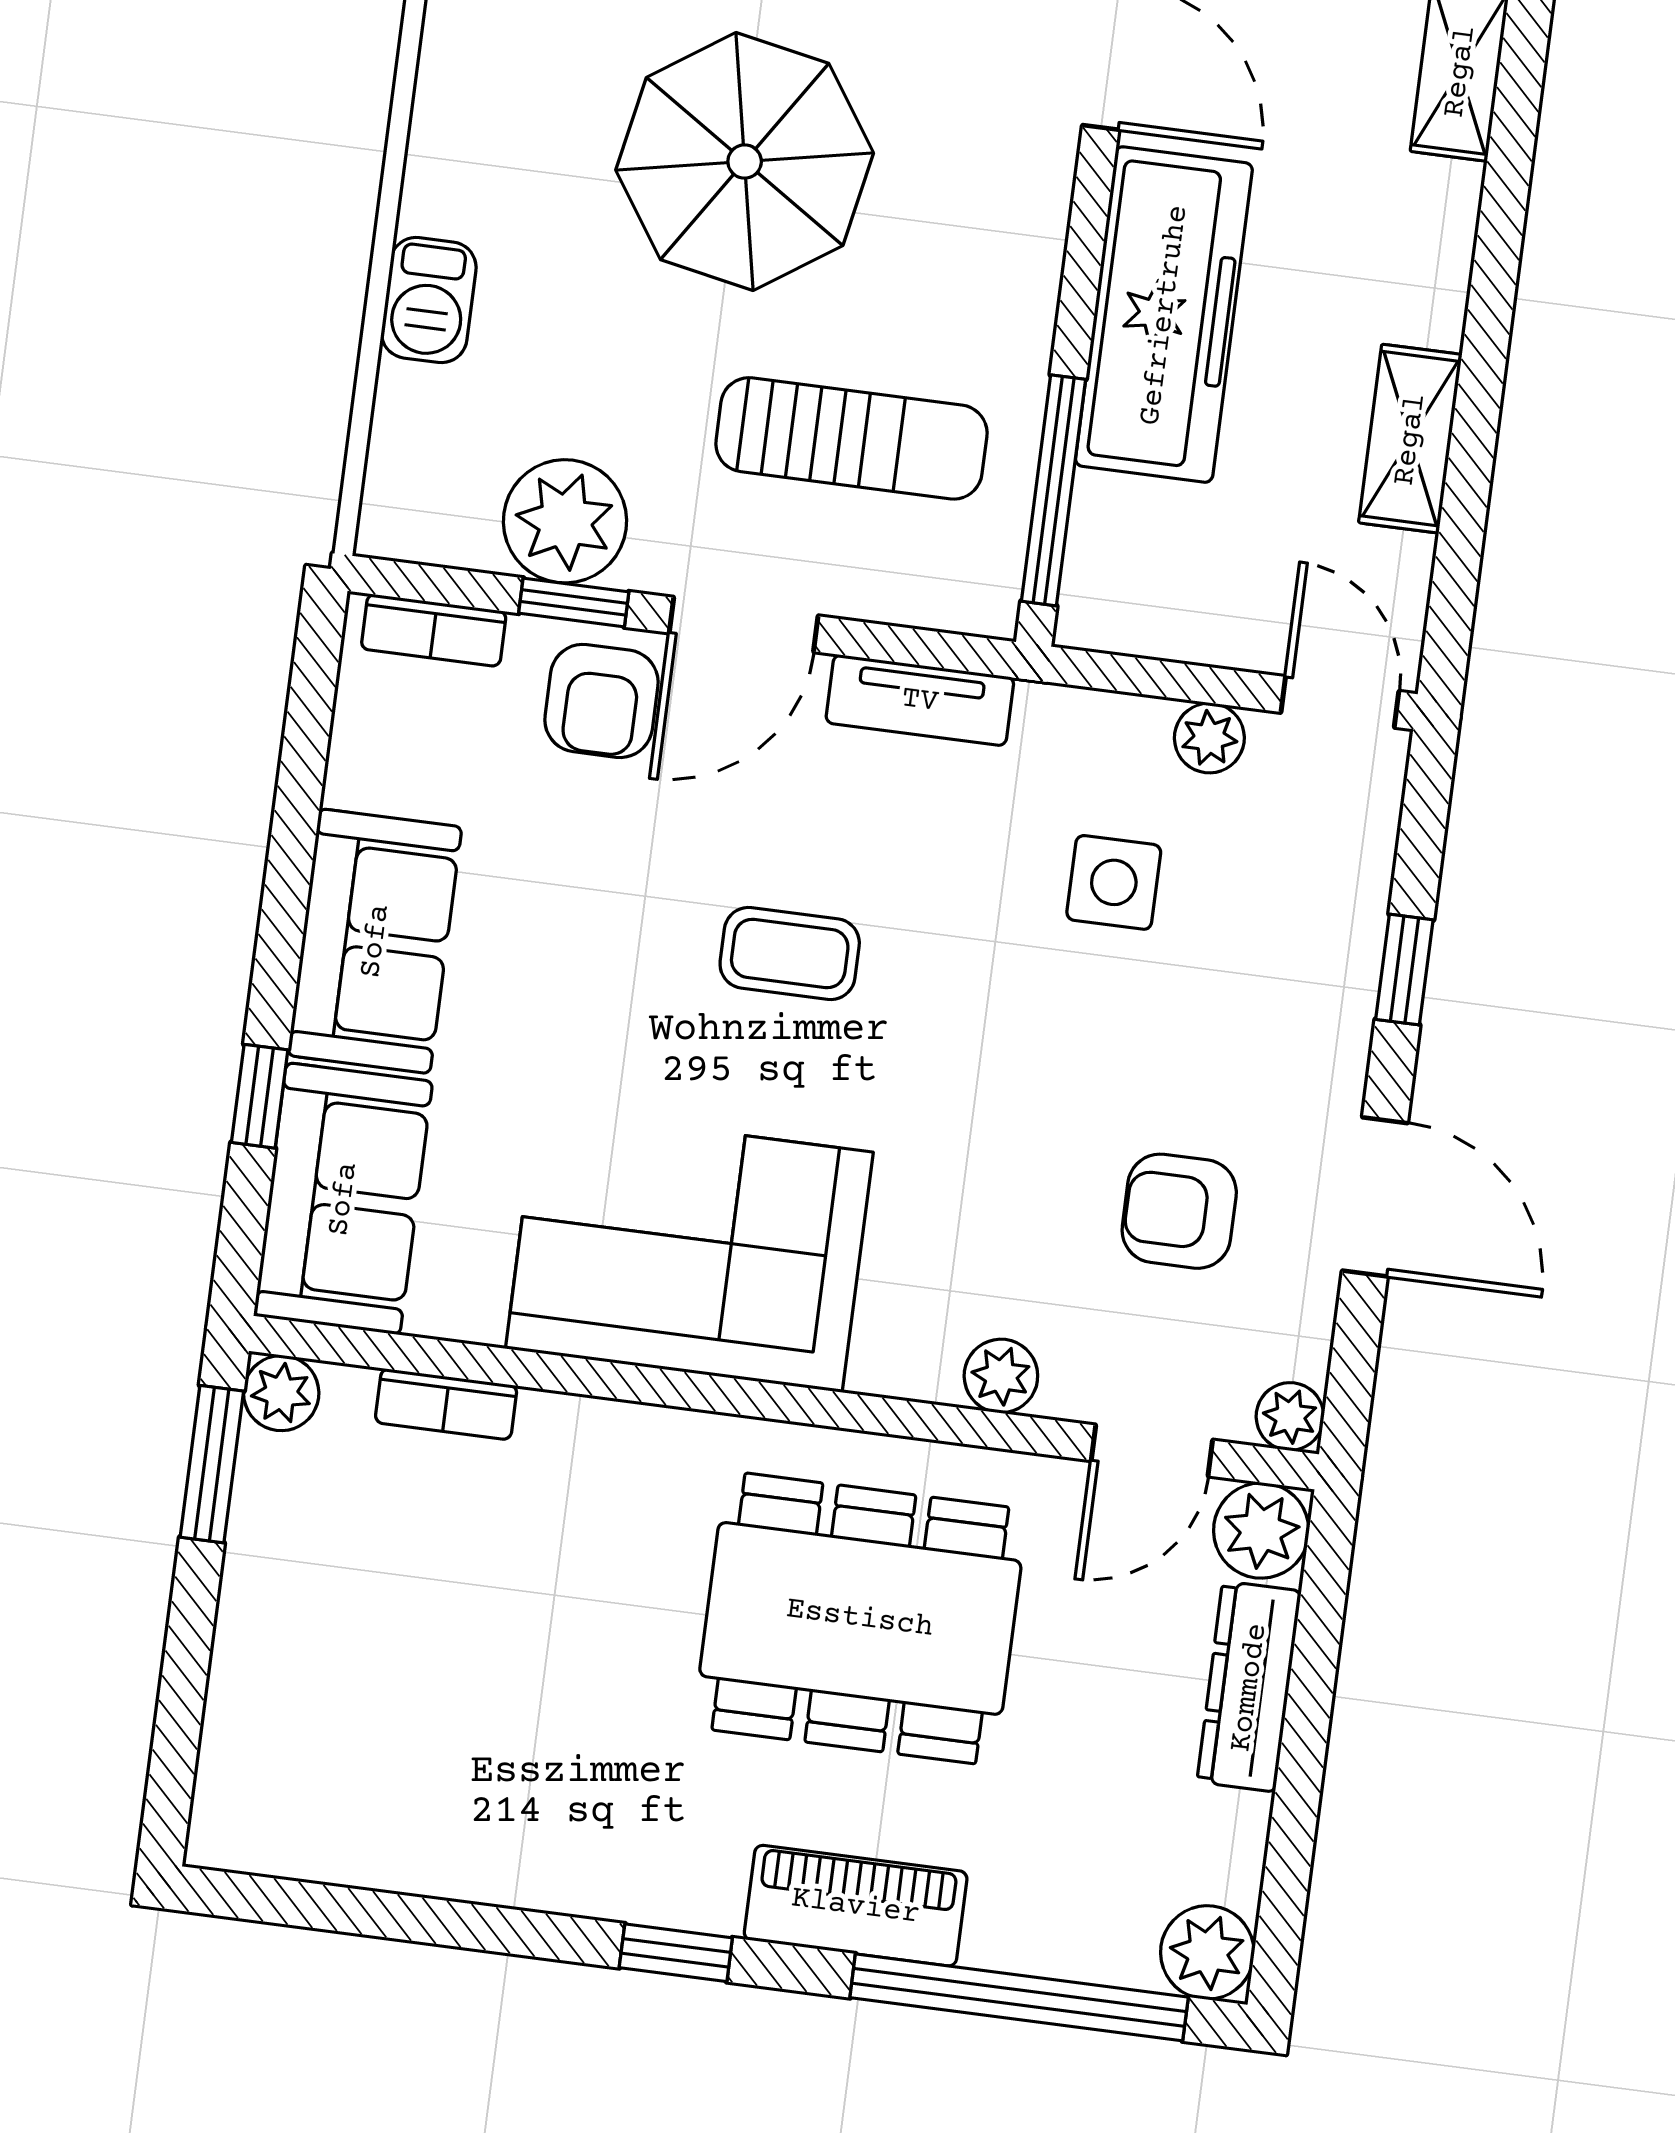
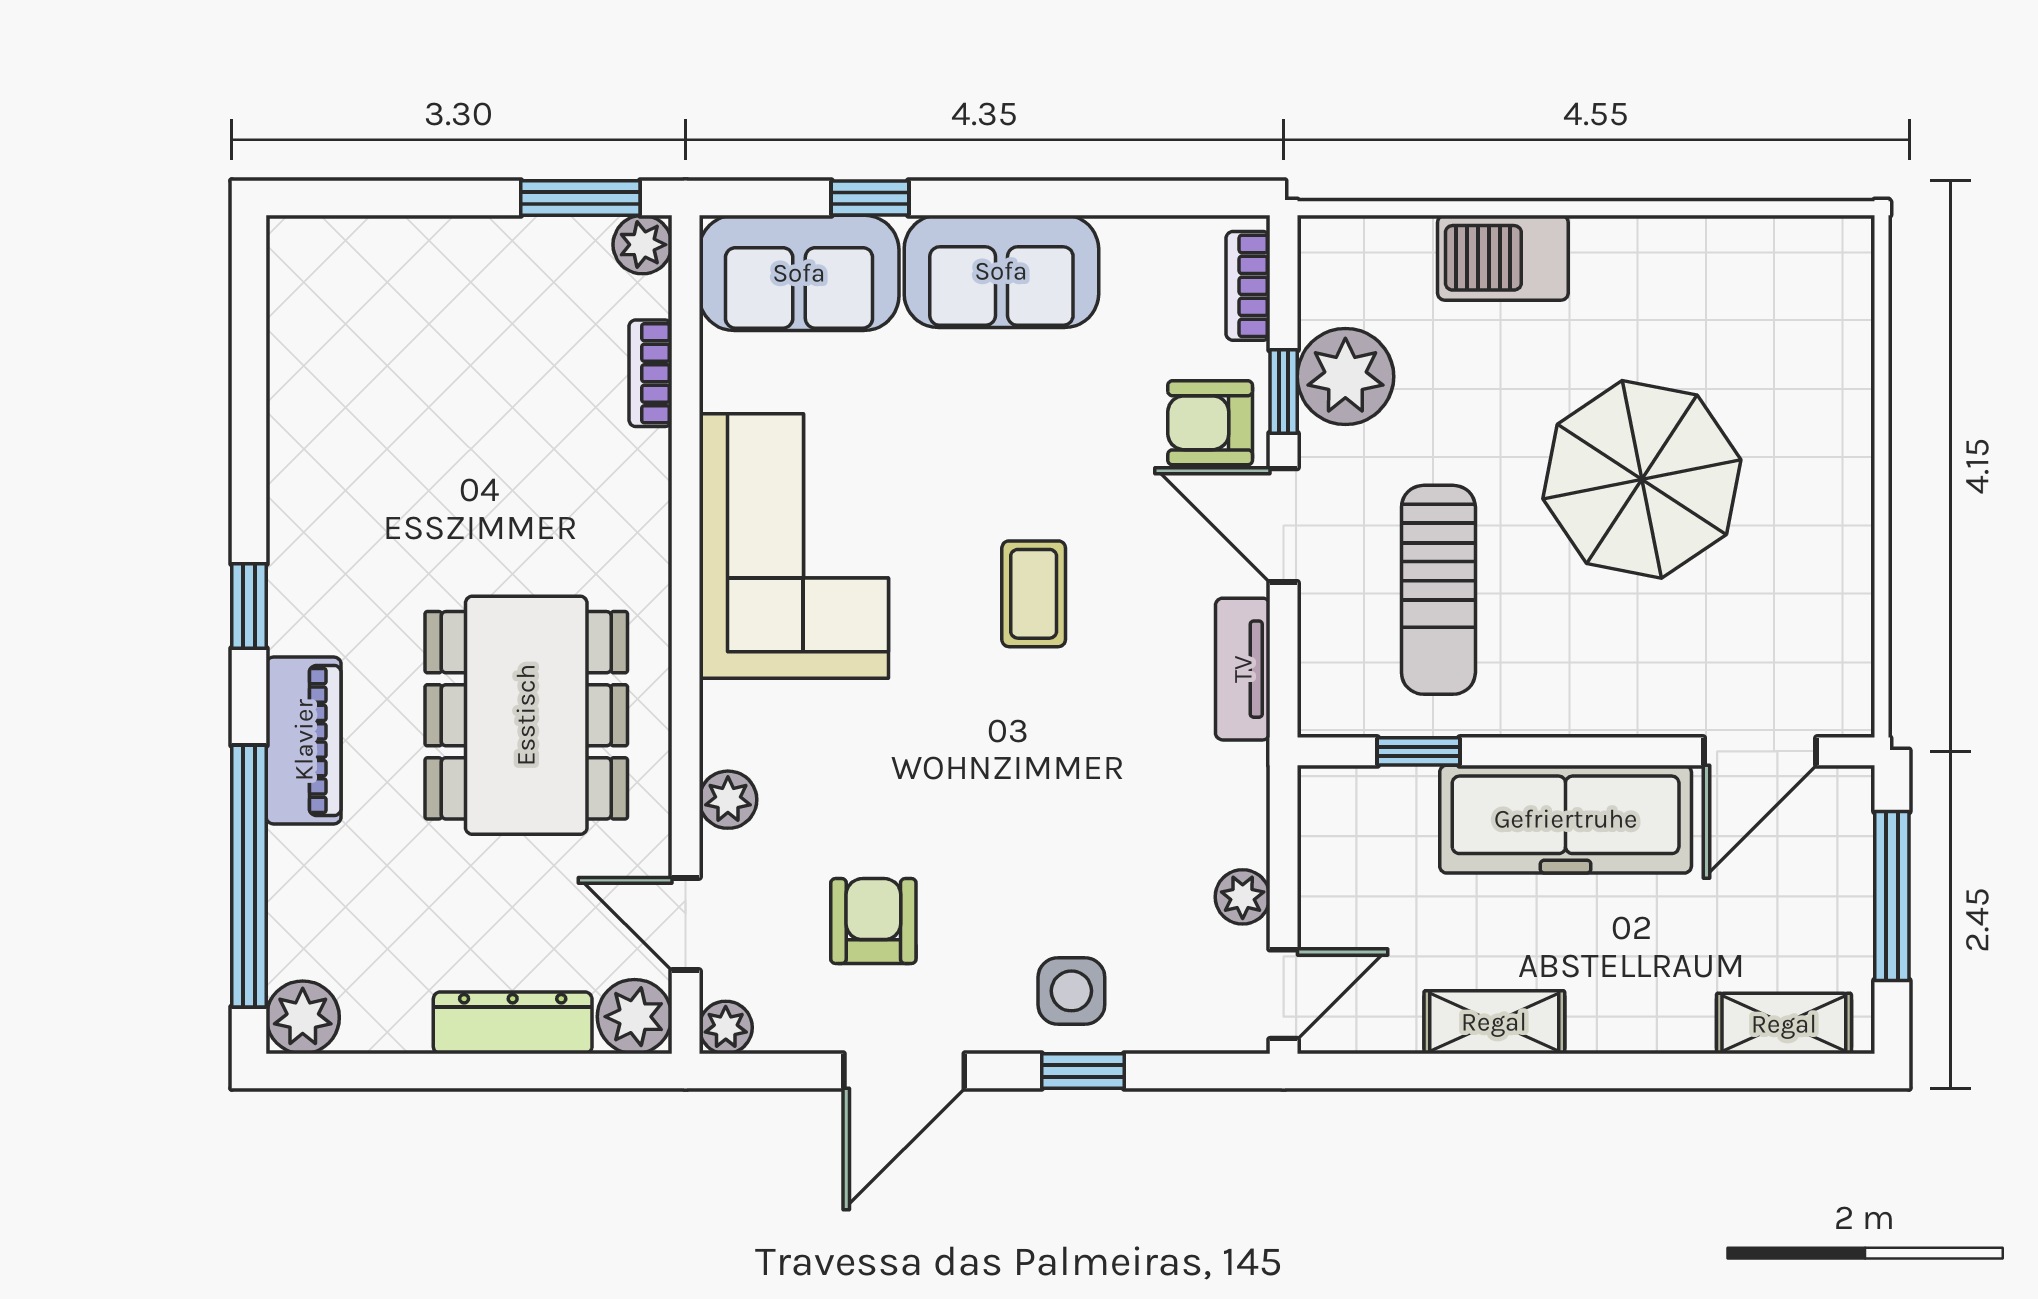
barbecue: (429, 300) -> (1503, 258), width x1.38, depth x1.27
window: (1054, 490) -> (1418, 751), width x0.46
side table: (1114, 882) -> (1071, 991), moved

